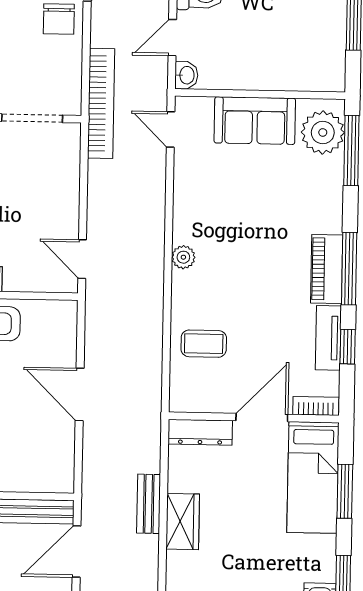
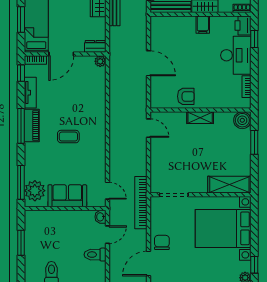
plant: (183, 257) -> (100, 61), moved
coffee table: (204, 344) -> (68, 137), moved
window: (348, 347) -> (21, 73), moved
dresser: (200, 432) -> (95, 46), width x0.70

